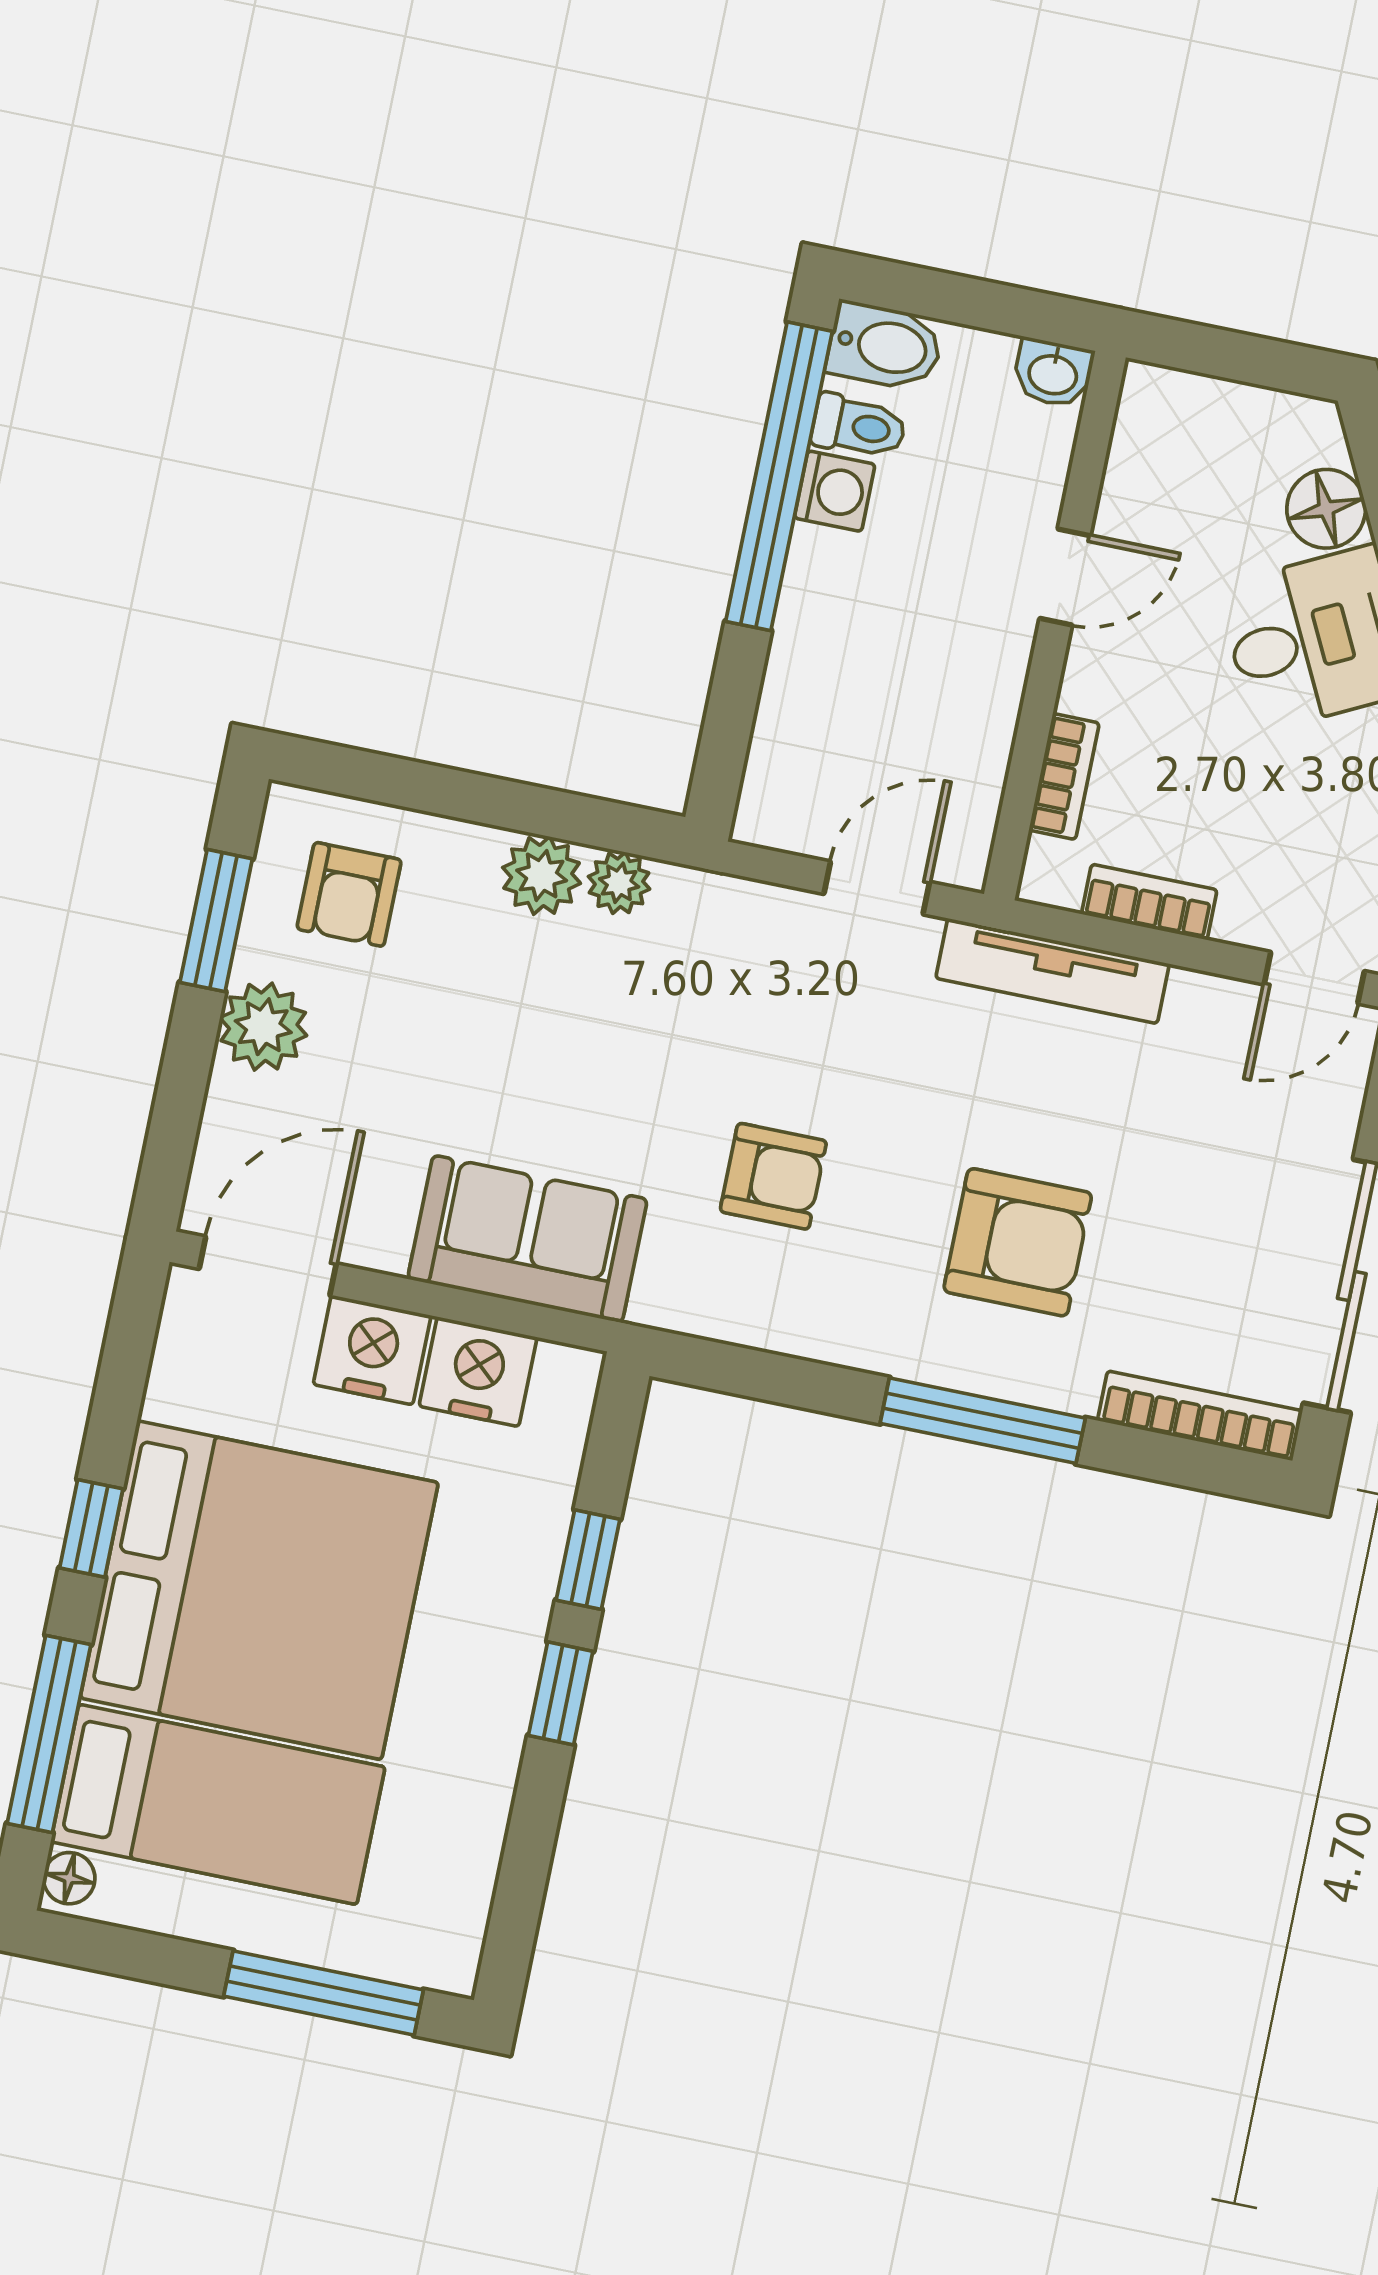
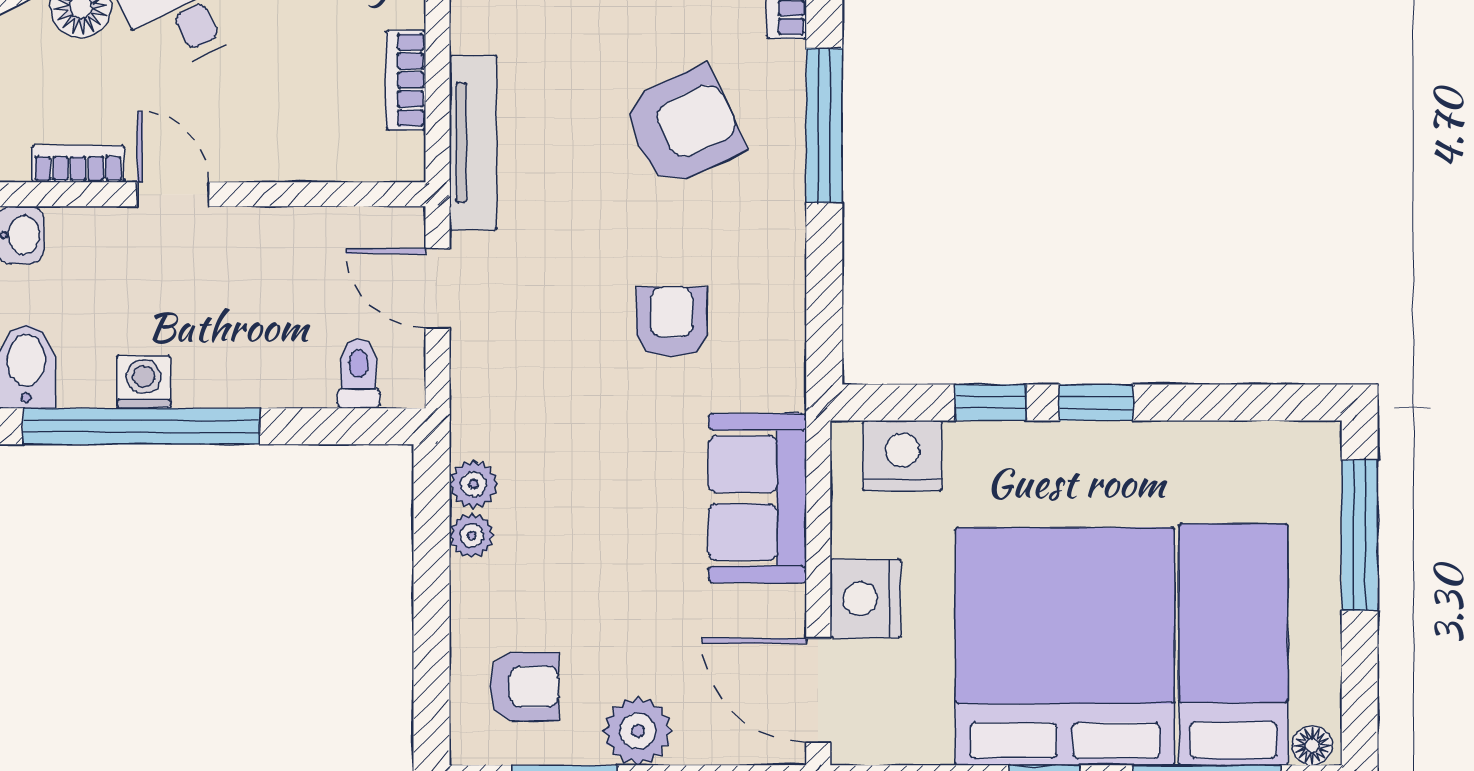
toilet: (859, 426) -> (358, 374), moved
bookcase: (1064, 777) -> (78, 164), moved
plant: (542, 875) -> (472, 536), width x0.73, depth x0.73
armchair: (1018, 1242) -> (684, 127), turned 65
nightstand: (478, 1372) -> (902, 456), moved, turned 90

